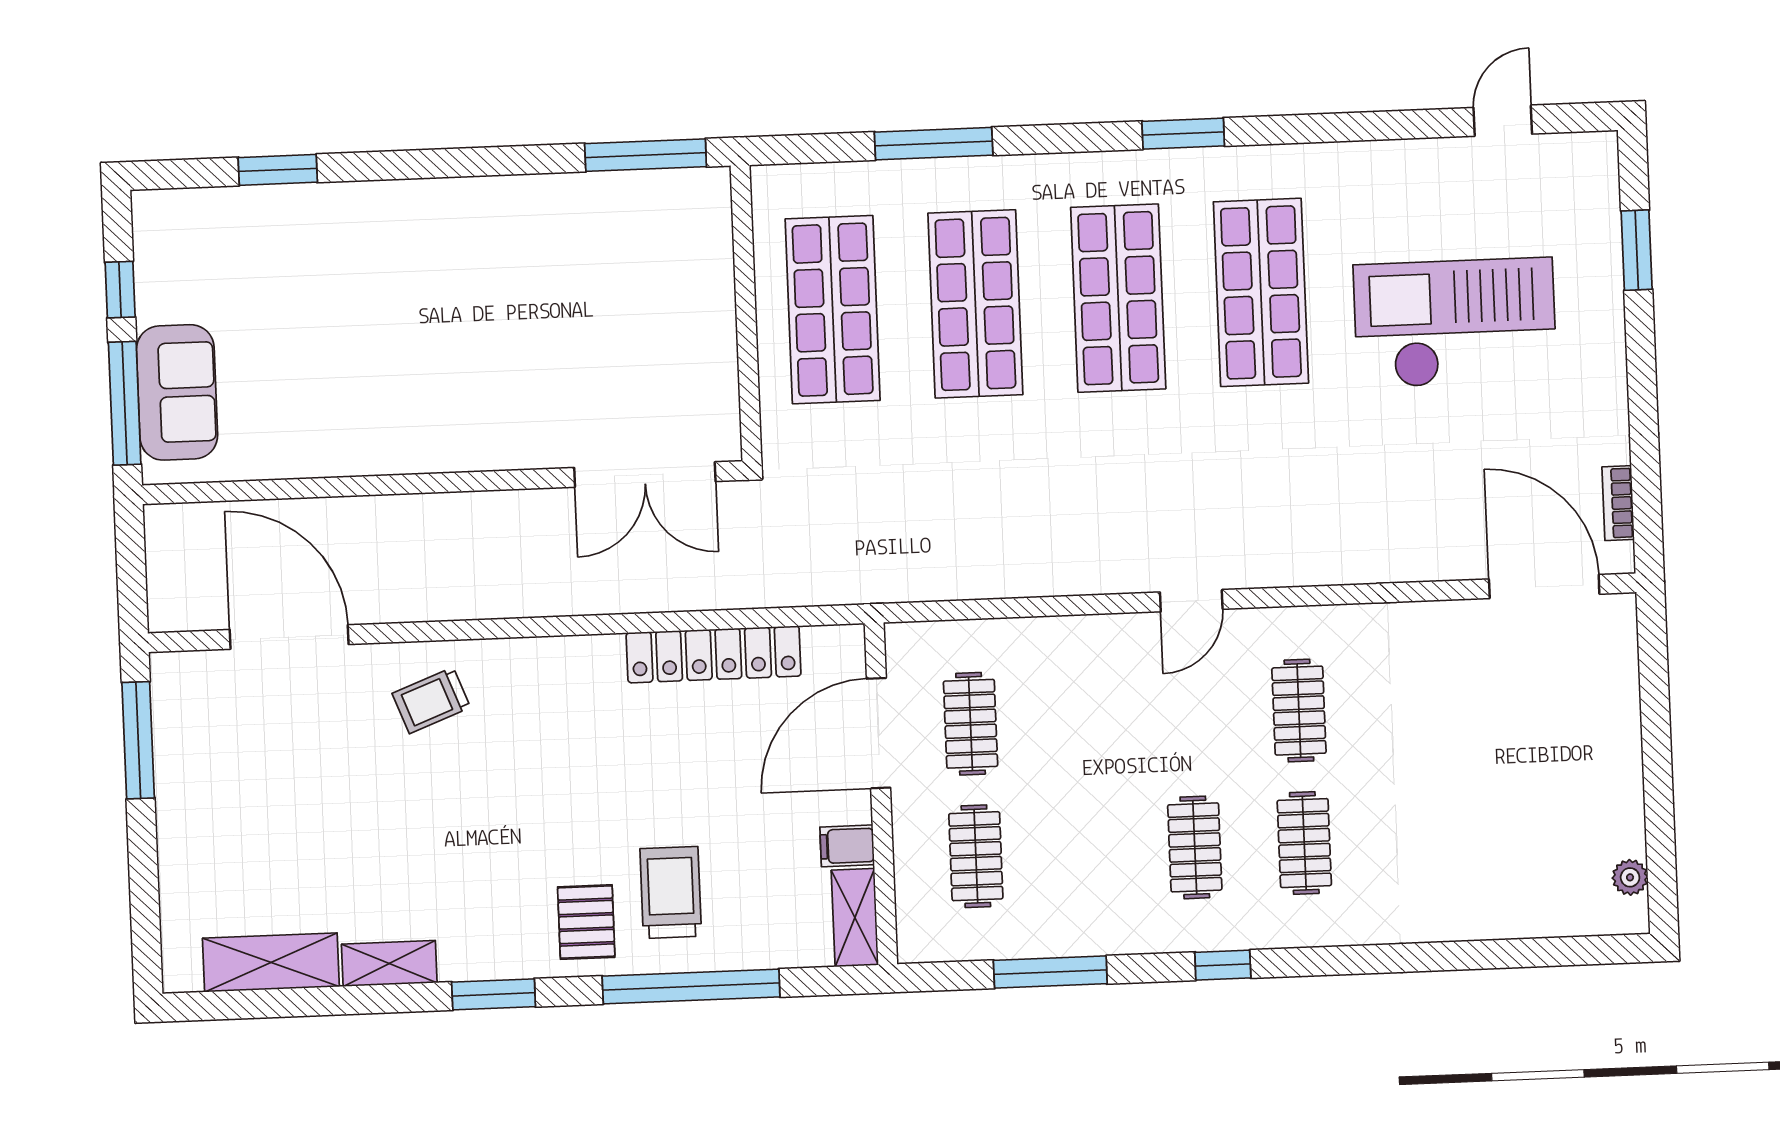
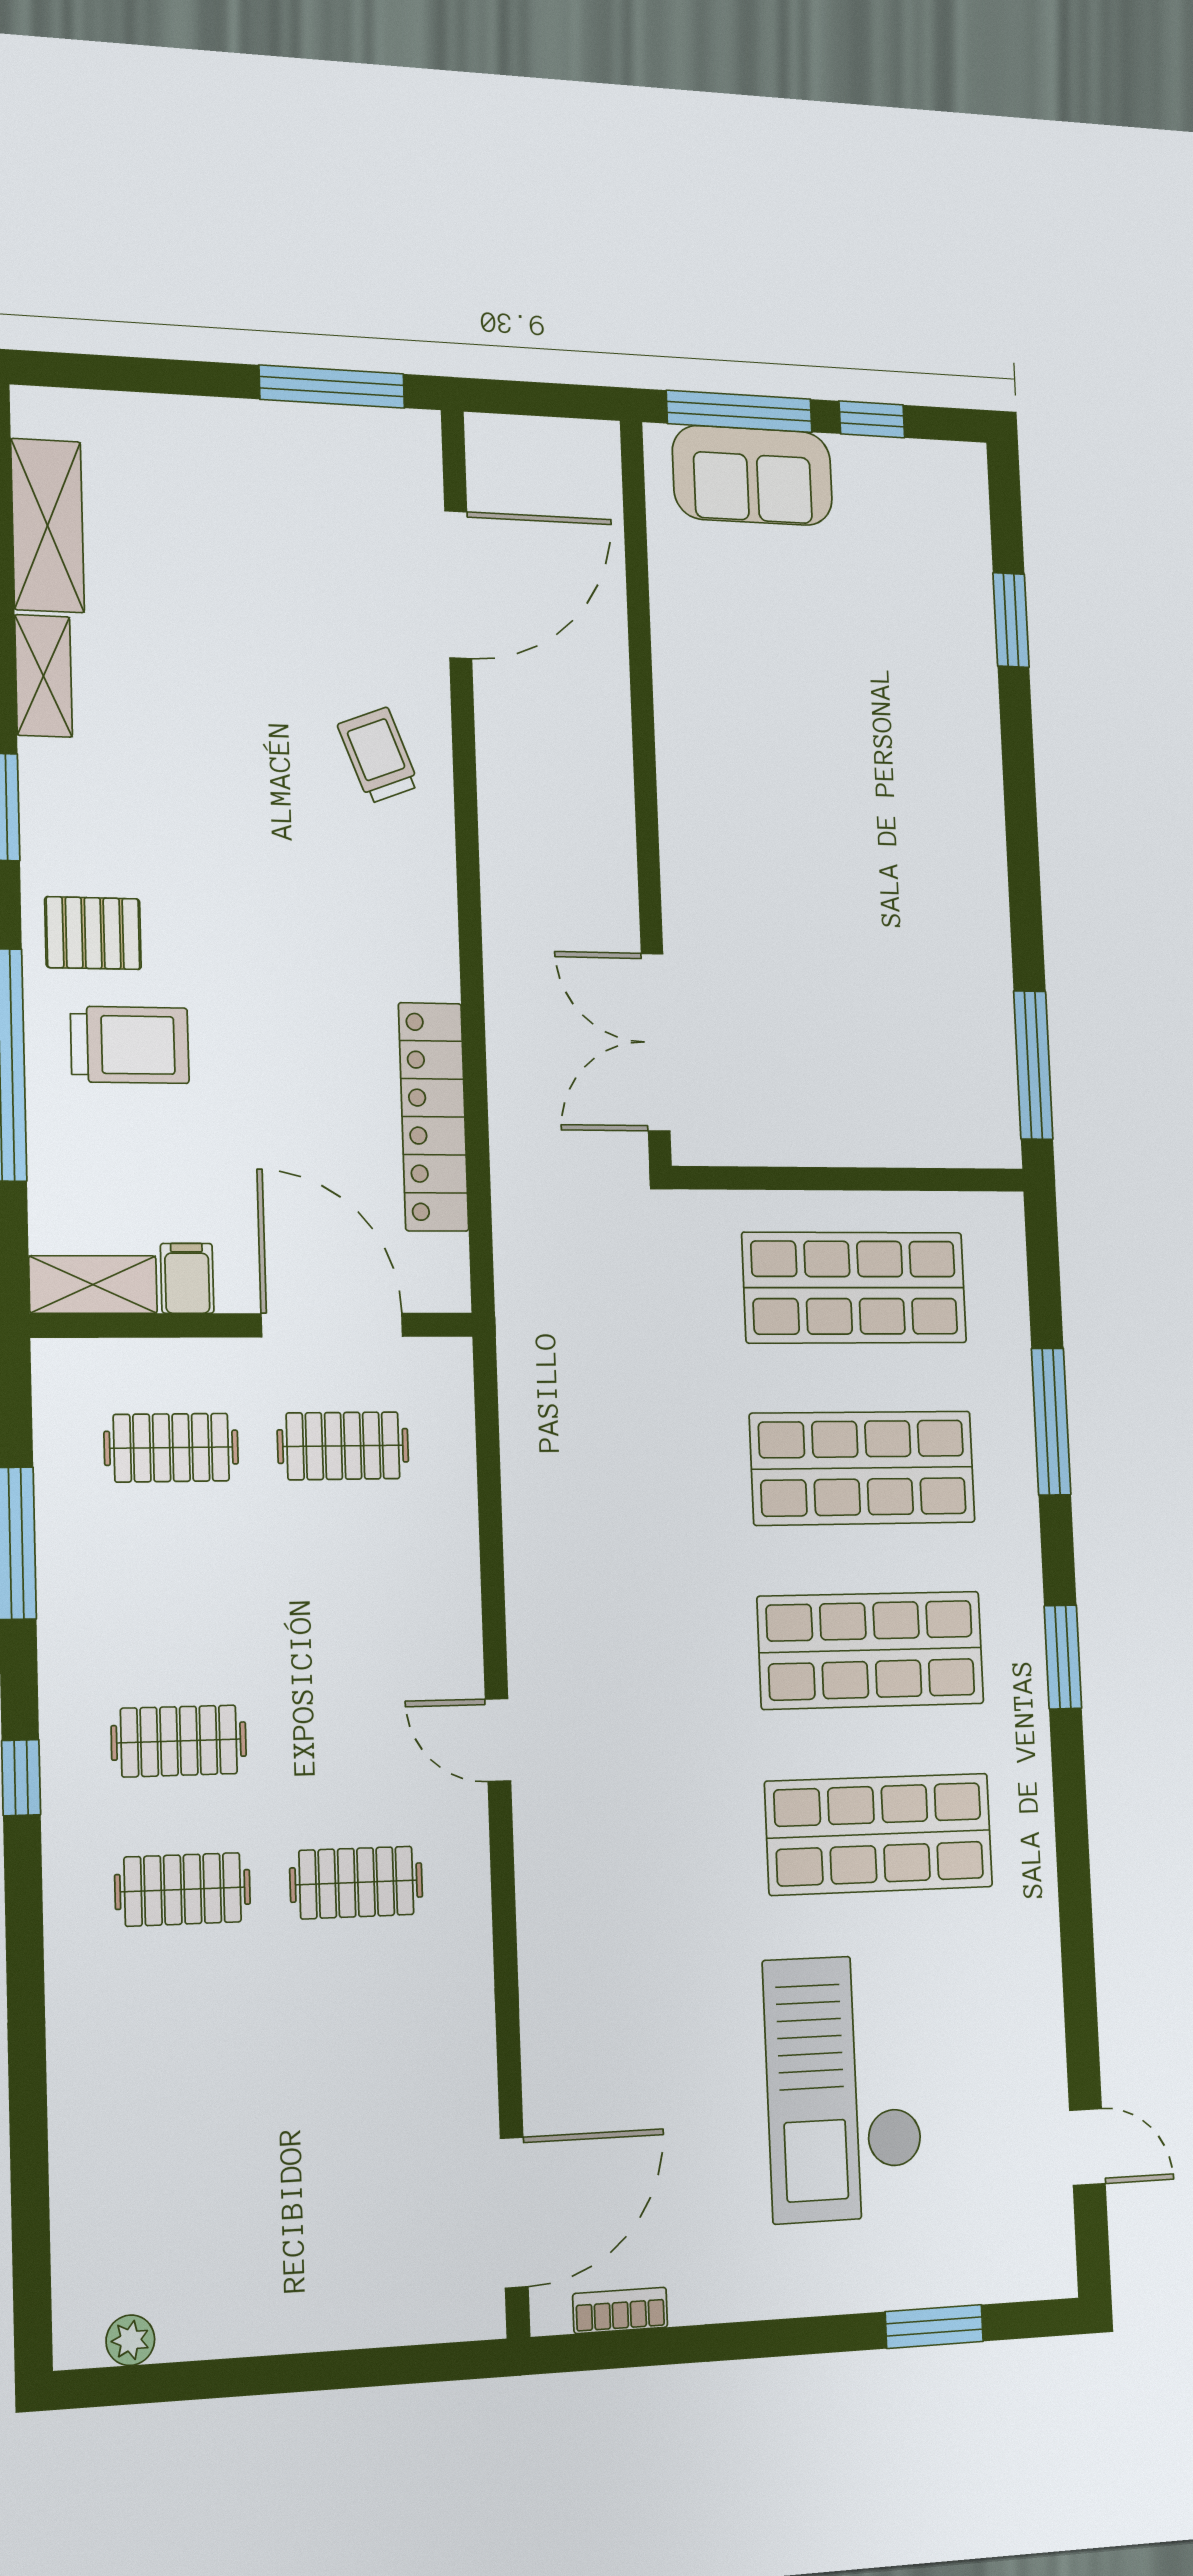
window: (1183, 134) -> (1063, 1657), moved
checkout: (1455, 323) -> (844, 2088), turned 180

